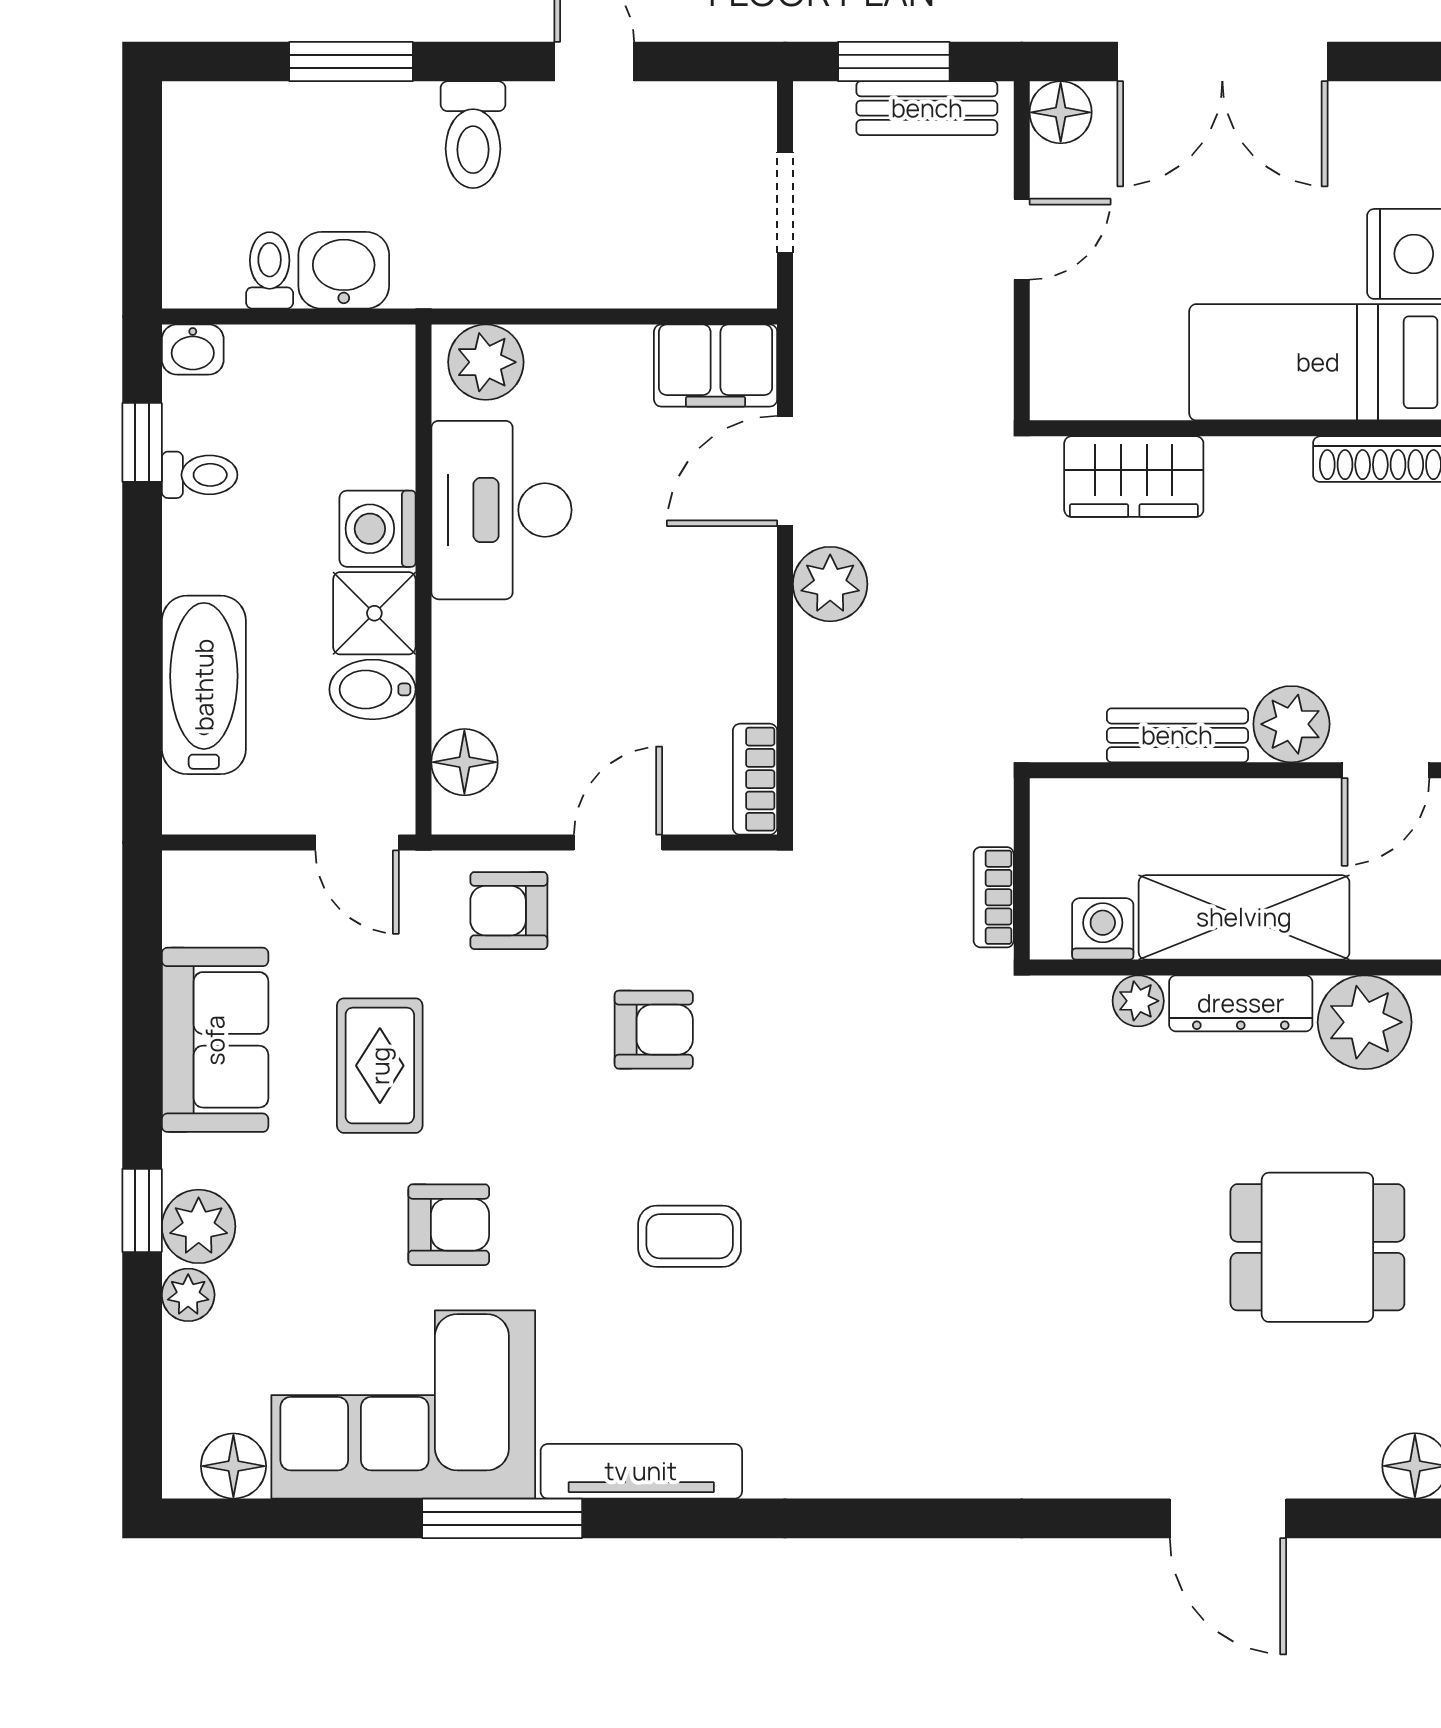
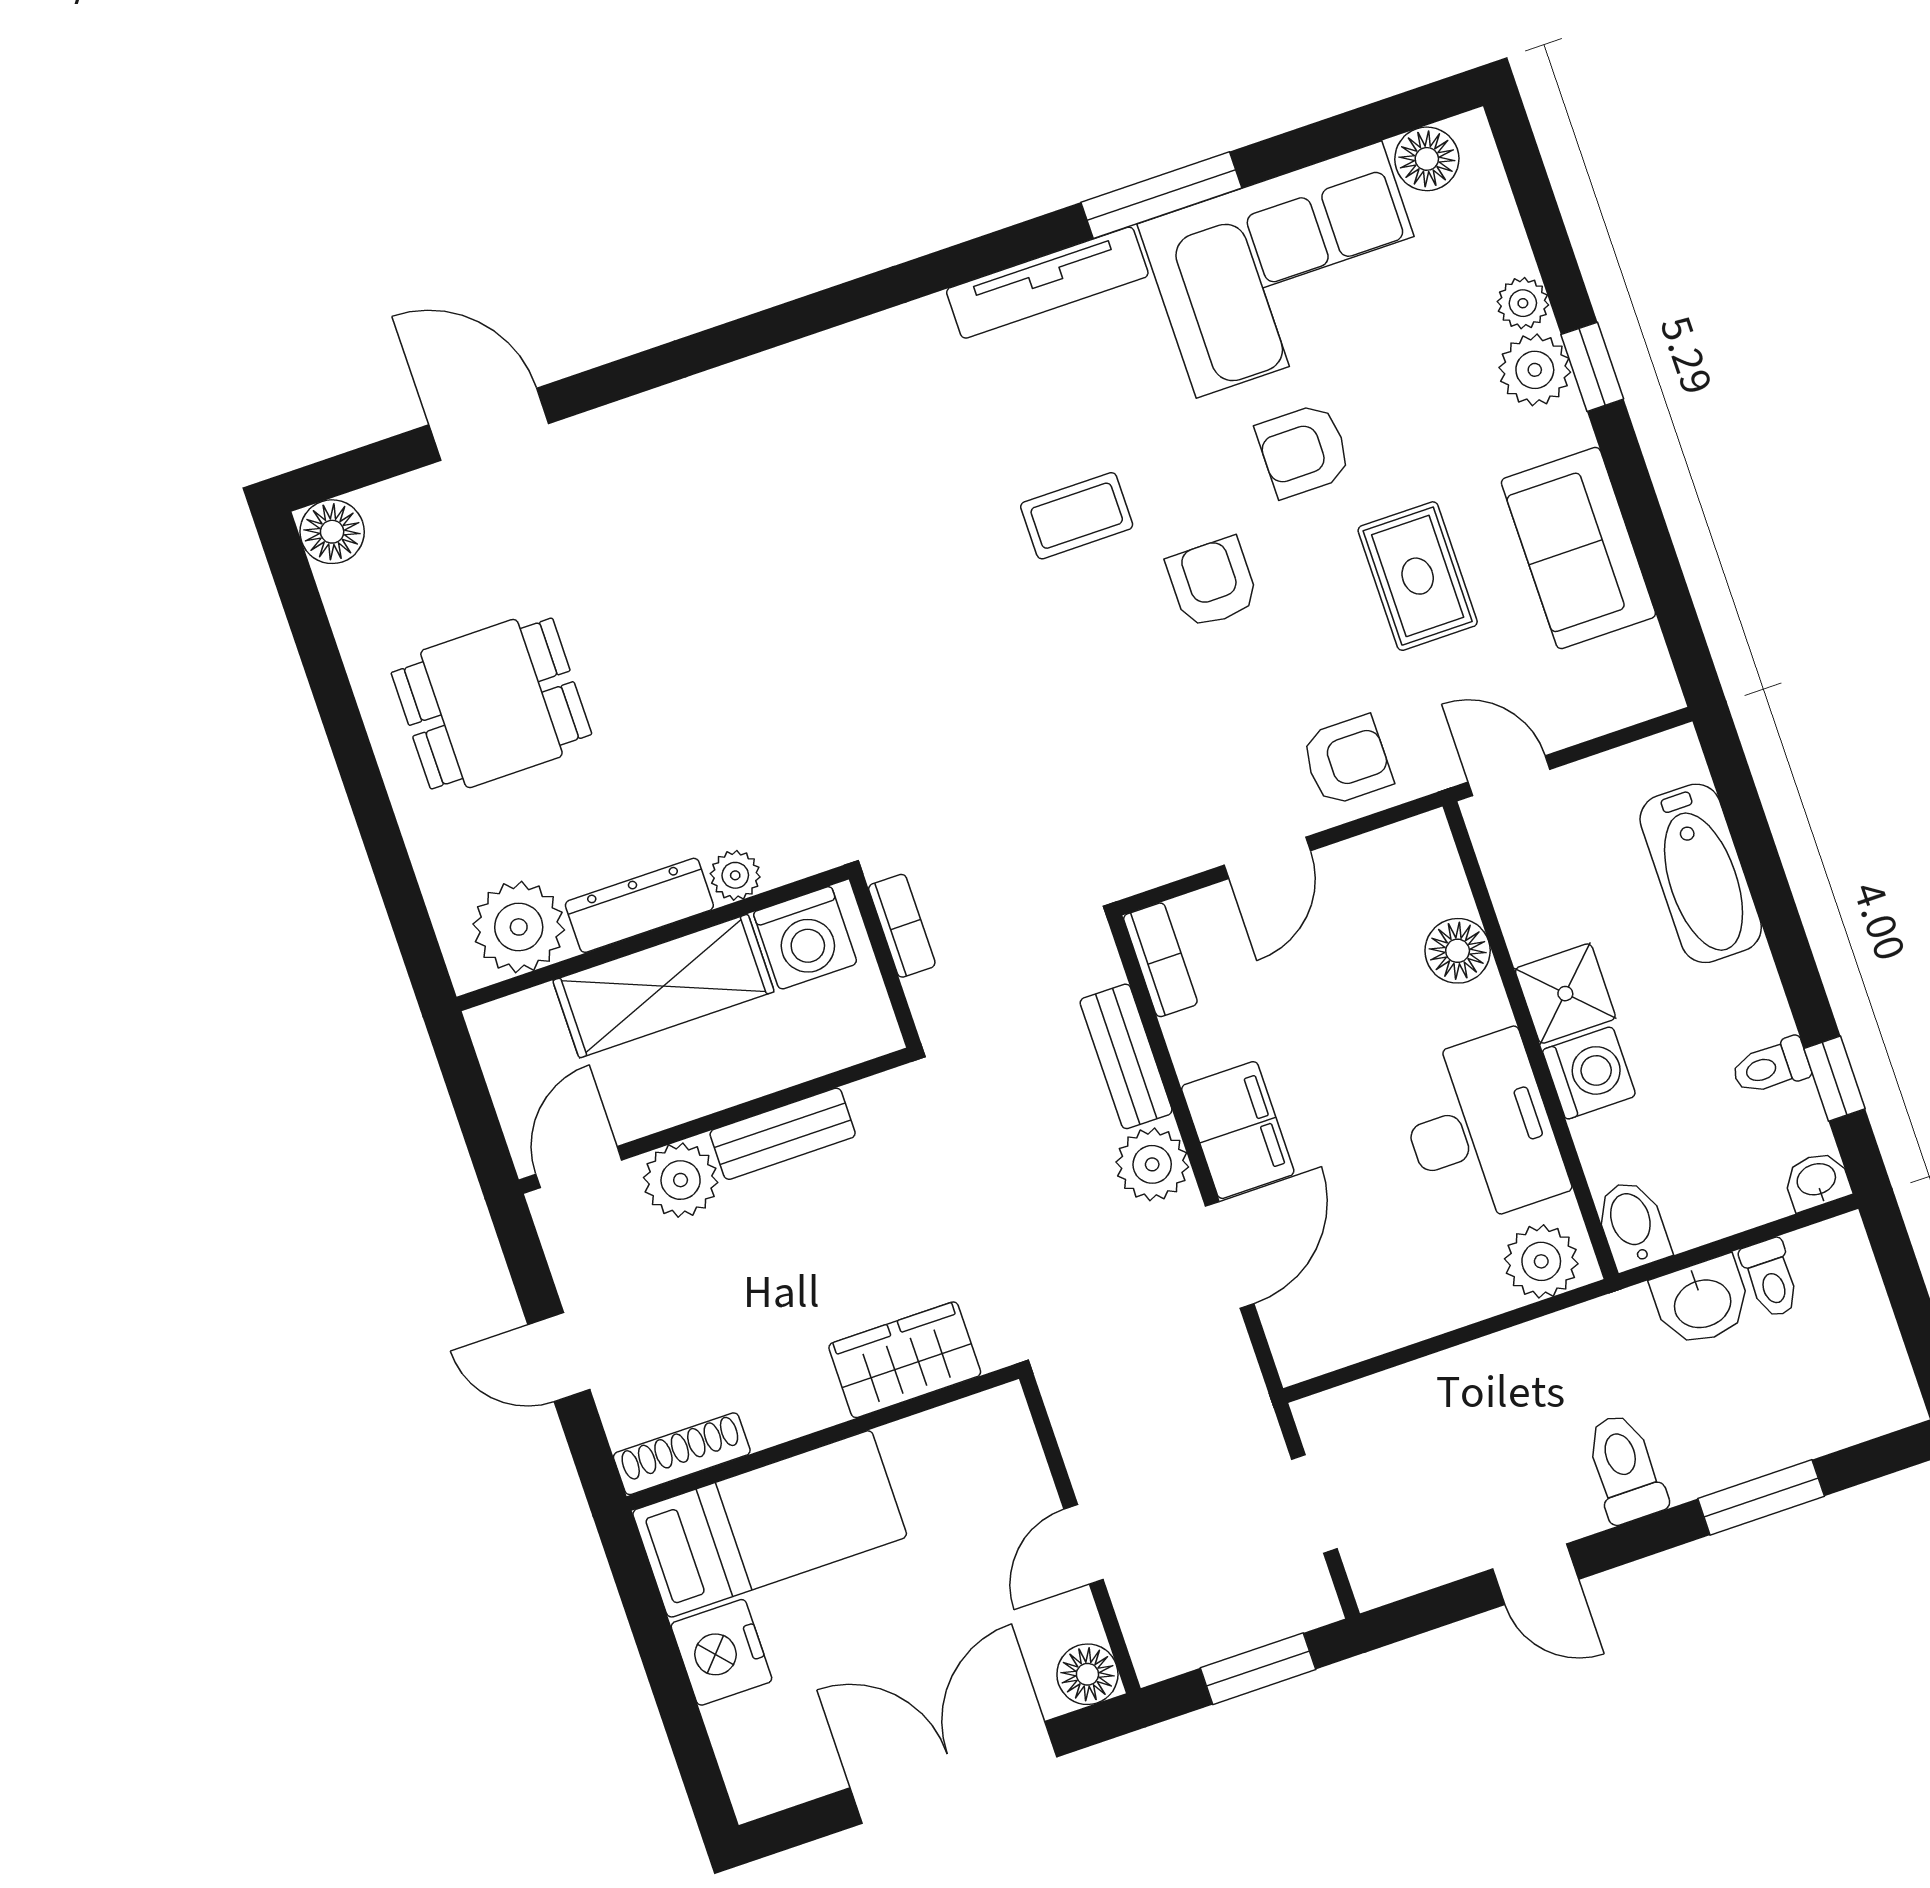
bench: (927, 108) -> (1126, 1056), moved, turned 90
filing cabinet: (716, 366) -> (1238, 1130), moved, turned 90
bidet: (372, 689) -> (1632, 1225), moved, turned -90
floor lamp: (464, 762) -> (1458, 951), moved
washing machine: (1103, 929) -> (805, 938), width x1.38, depth x1.38
armchair: (654, 1030) -> (1212, 583), moved, turned 90

